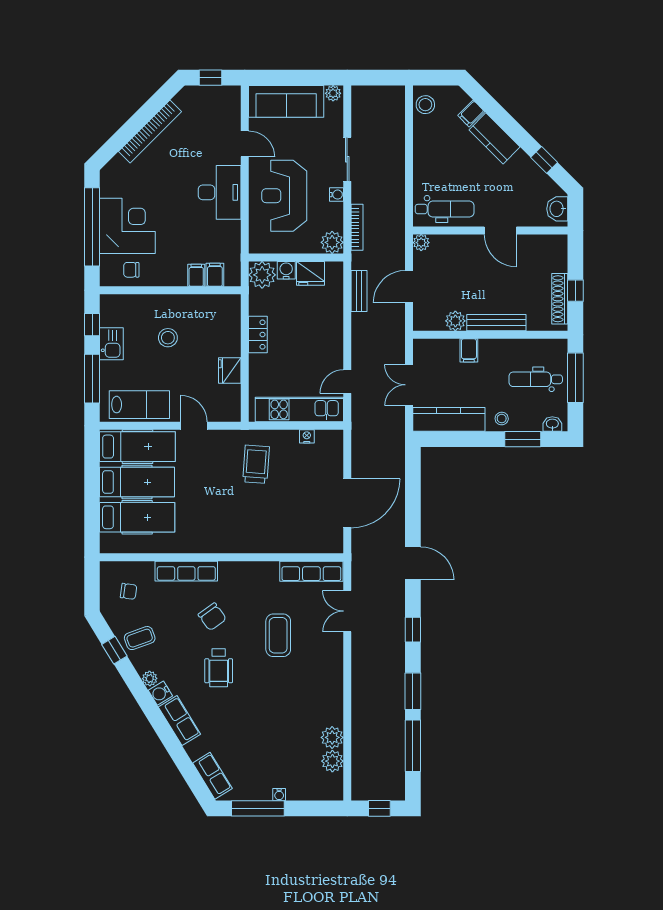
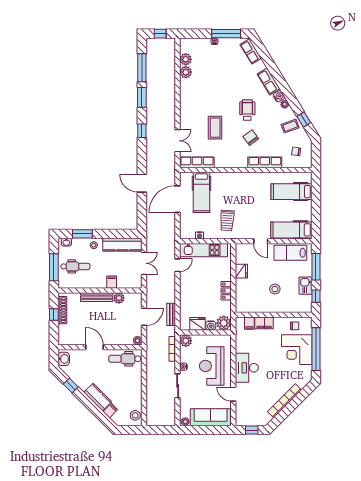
reception desk: (284, 196) -> (212, 366), turned 180
filing cabinet: (196, 275) -> (264, 323), width x2.00
hospital bed: (137, 482) -> (202, 192), moved, turned -90
door: (413, 563) -> (142, 183), moved

